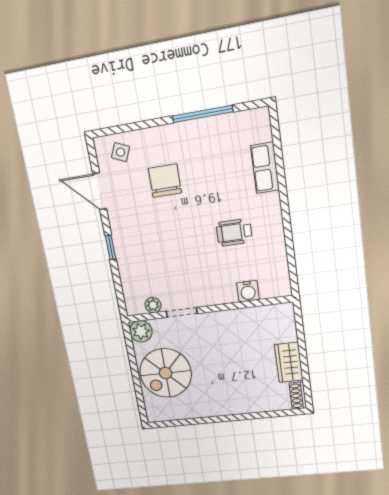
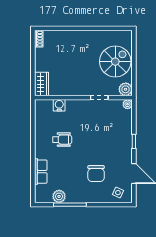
plant: (225, 126) -> (59, 196), added
plant: (153, 305) -> (127, 104), moved
wardrobe: (289, 362) -> (42, 84), moved

